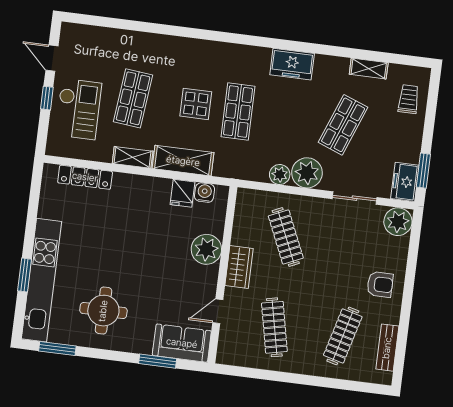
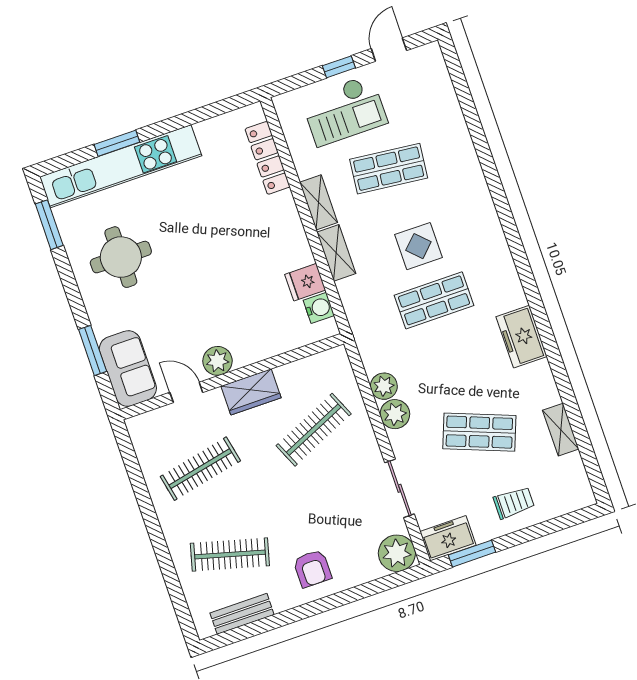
trolley: (409, 99) -> (514, 503), moved
shelving: (183, 161) -> (336, 253), width x0.67, depth x0.75
plant: (307, 173) -> (395, 414), width x0.73, depth x0.73
plant: (206, 249) -> (217, 361), moved, width x0.73, depth x0.73

